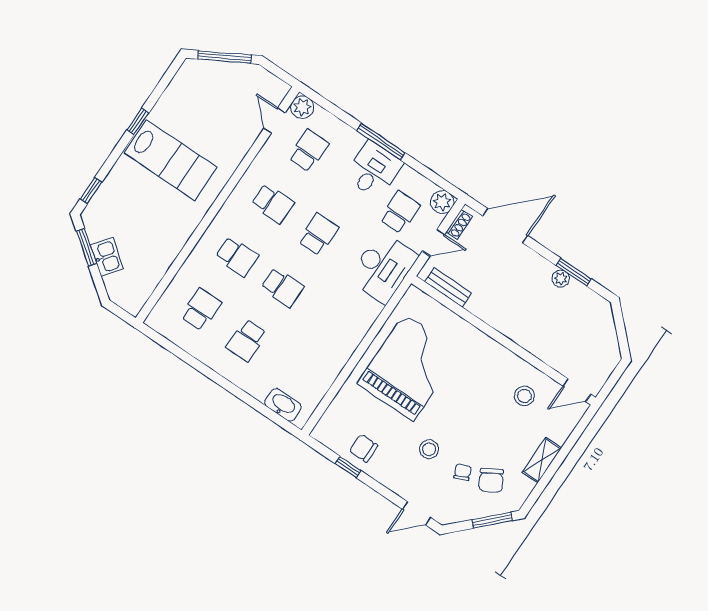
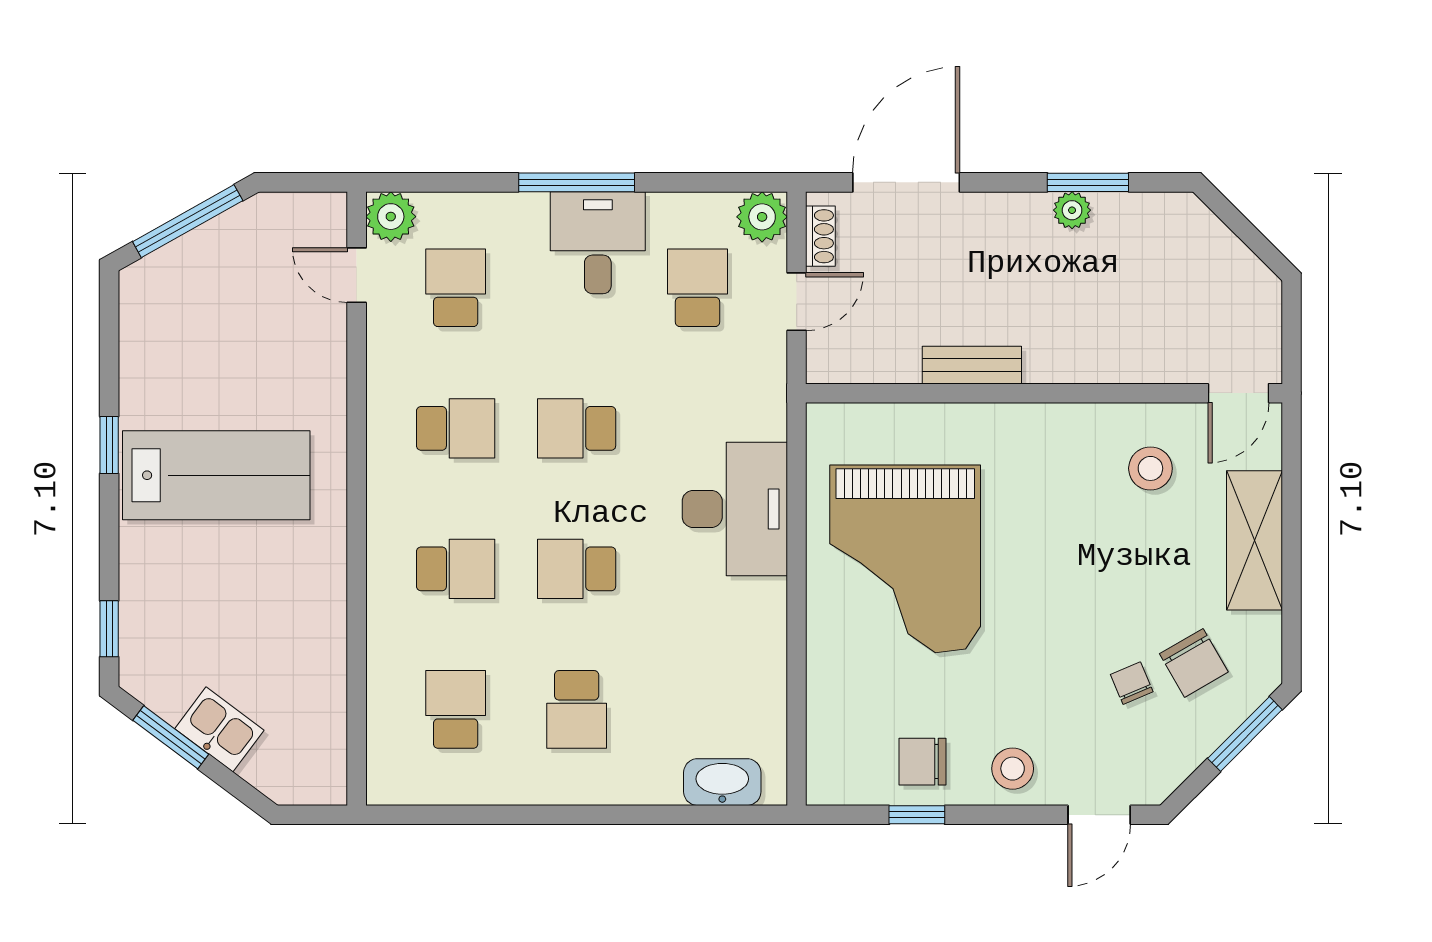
school desk: (318, 234) -> (577, 428), turned -90
desk: (383, 267) -> (735, 509), moved
school desk: (282, 287) -> (577, 569), turned 180
bench: (448, 287) -> (972, 365), moved
grand piano: (409, 367) -> (905, 559), turned 180
stool: (429, 449) -> (1013, 769), moved
shelving: (542, 460) -> (1254, 540), width x1.50, depth x1.33

